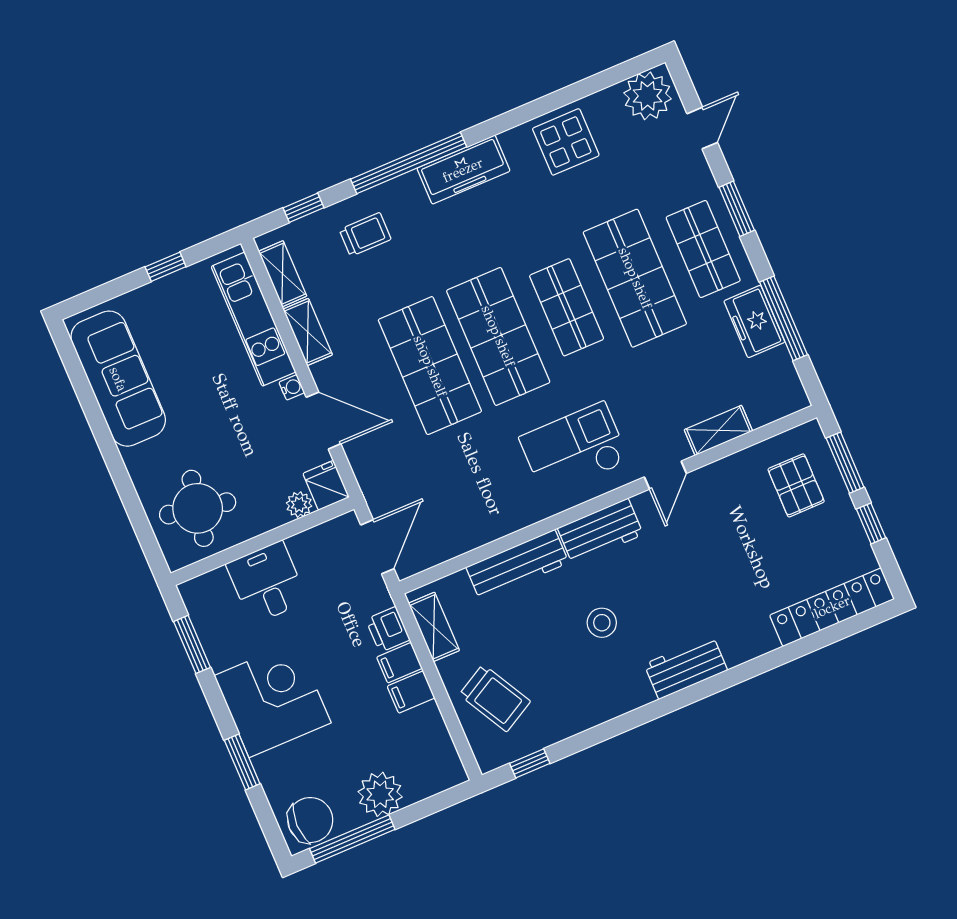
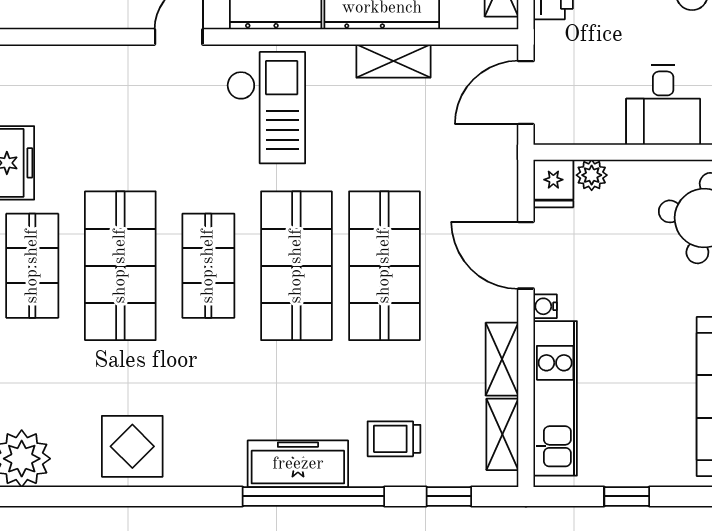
freezer: (463, 170) -> (298, 464), moved
shelving: (718, 430) -> (393, 61), moved
checkout: (574, 449) -> (266, 108), turned -90

